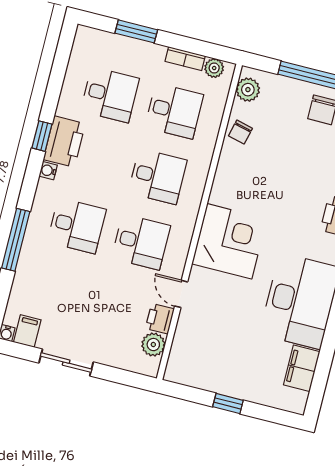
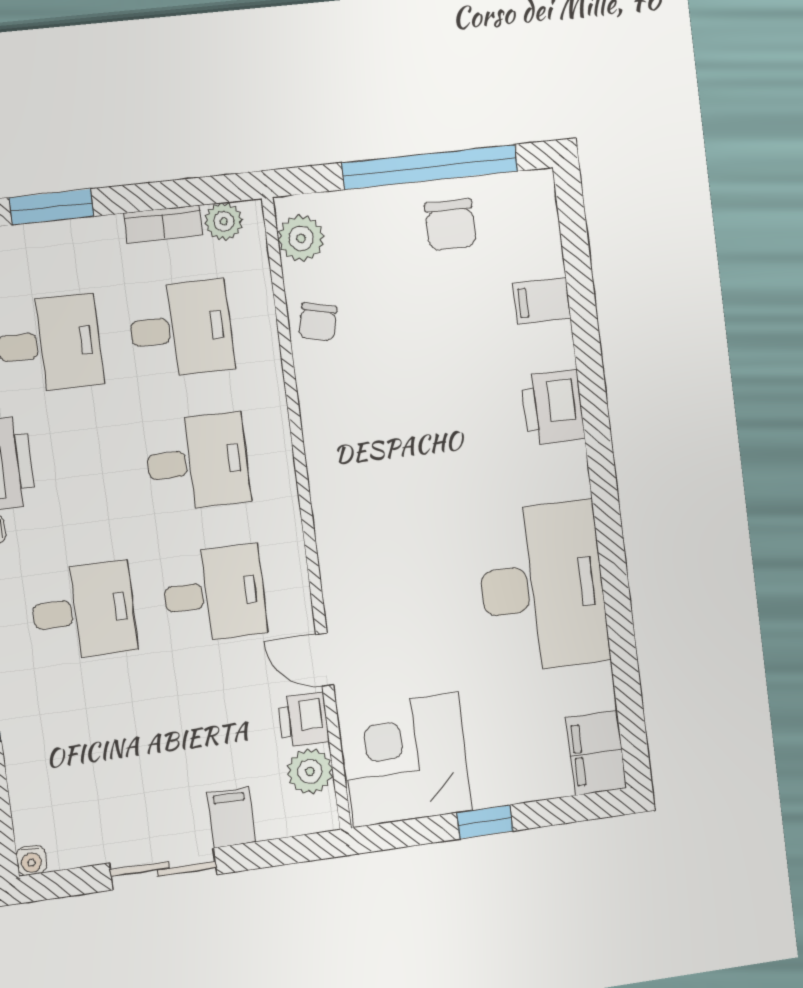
corner desk: (229, 241) -> (406, 760), moved, turned -90
filing cabinet: (27, 331) -> (231, 818), moved
filing cabinet: (302, 368) -> (596, 753), moved

